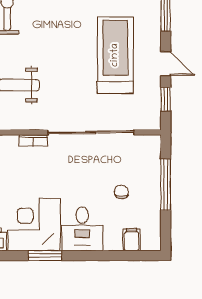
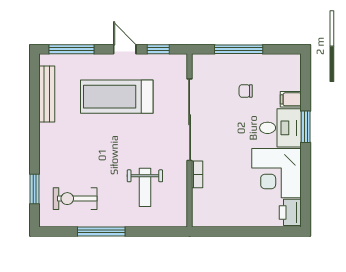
door: (166, 64) -> (125, 49), hinge flipped
filing cabinet: (131, 240) -> (291, 99), moved
window: (45, 256) -> (306, 127), moved

